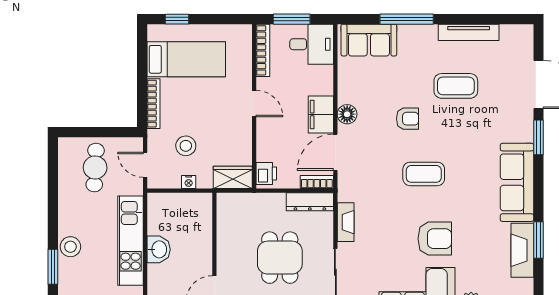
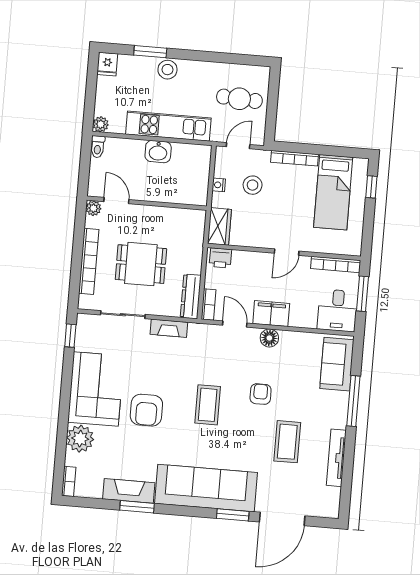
armchair: (407, 119) -> (261, 394), turned 180
door: (335, 152) -> (235, 324), width x0.73
sofa: (517, 182) -> (206, 488), width x1.36, depth x1.27

